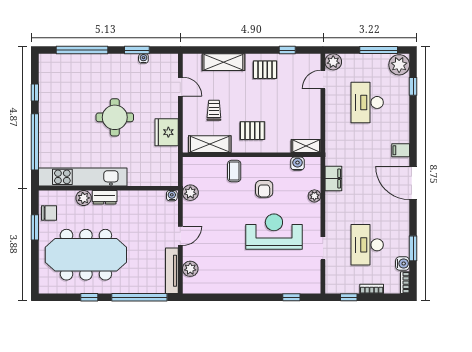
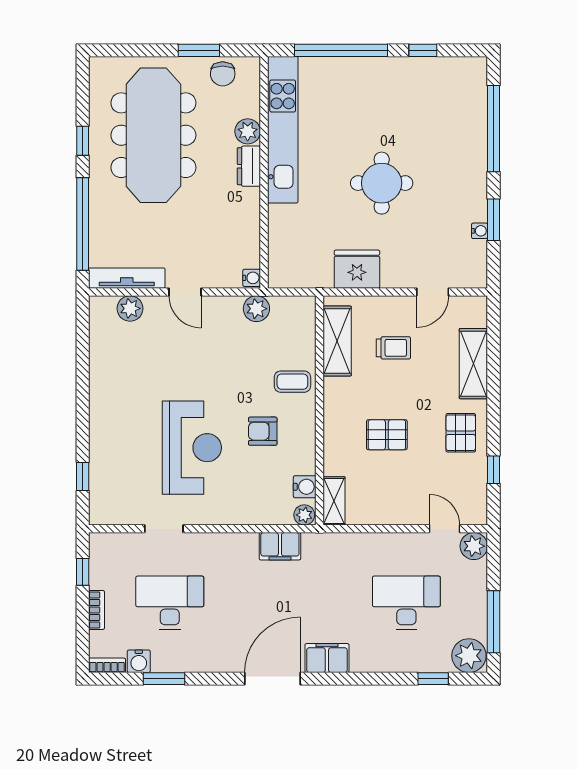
pallet: (252, 131) -> (387, 435), moved, turned 90
filing cabinet: (401, 150) -> (327, 658), width x2.00
plant: (314, 196) -> (304, 515), moved

